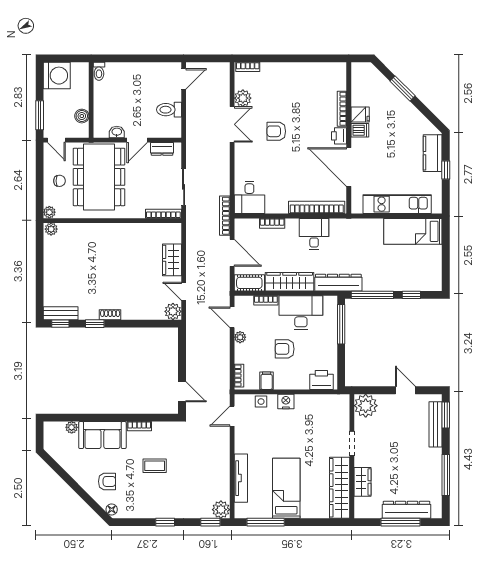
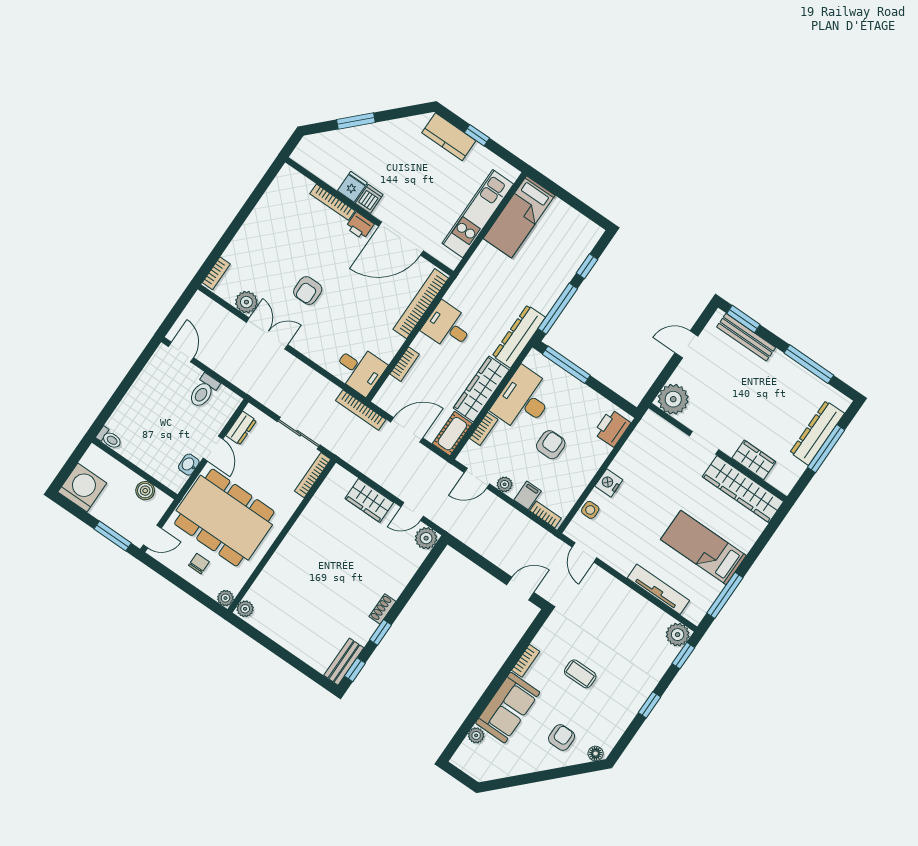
armchair: (285, 349) -> (551, 445), turned 180
filing cabinet: (267, 381) -> (528, 495), moved, turned 90
coffee table: (155, 466) -> (580, 674), turned 90

